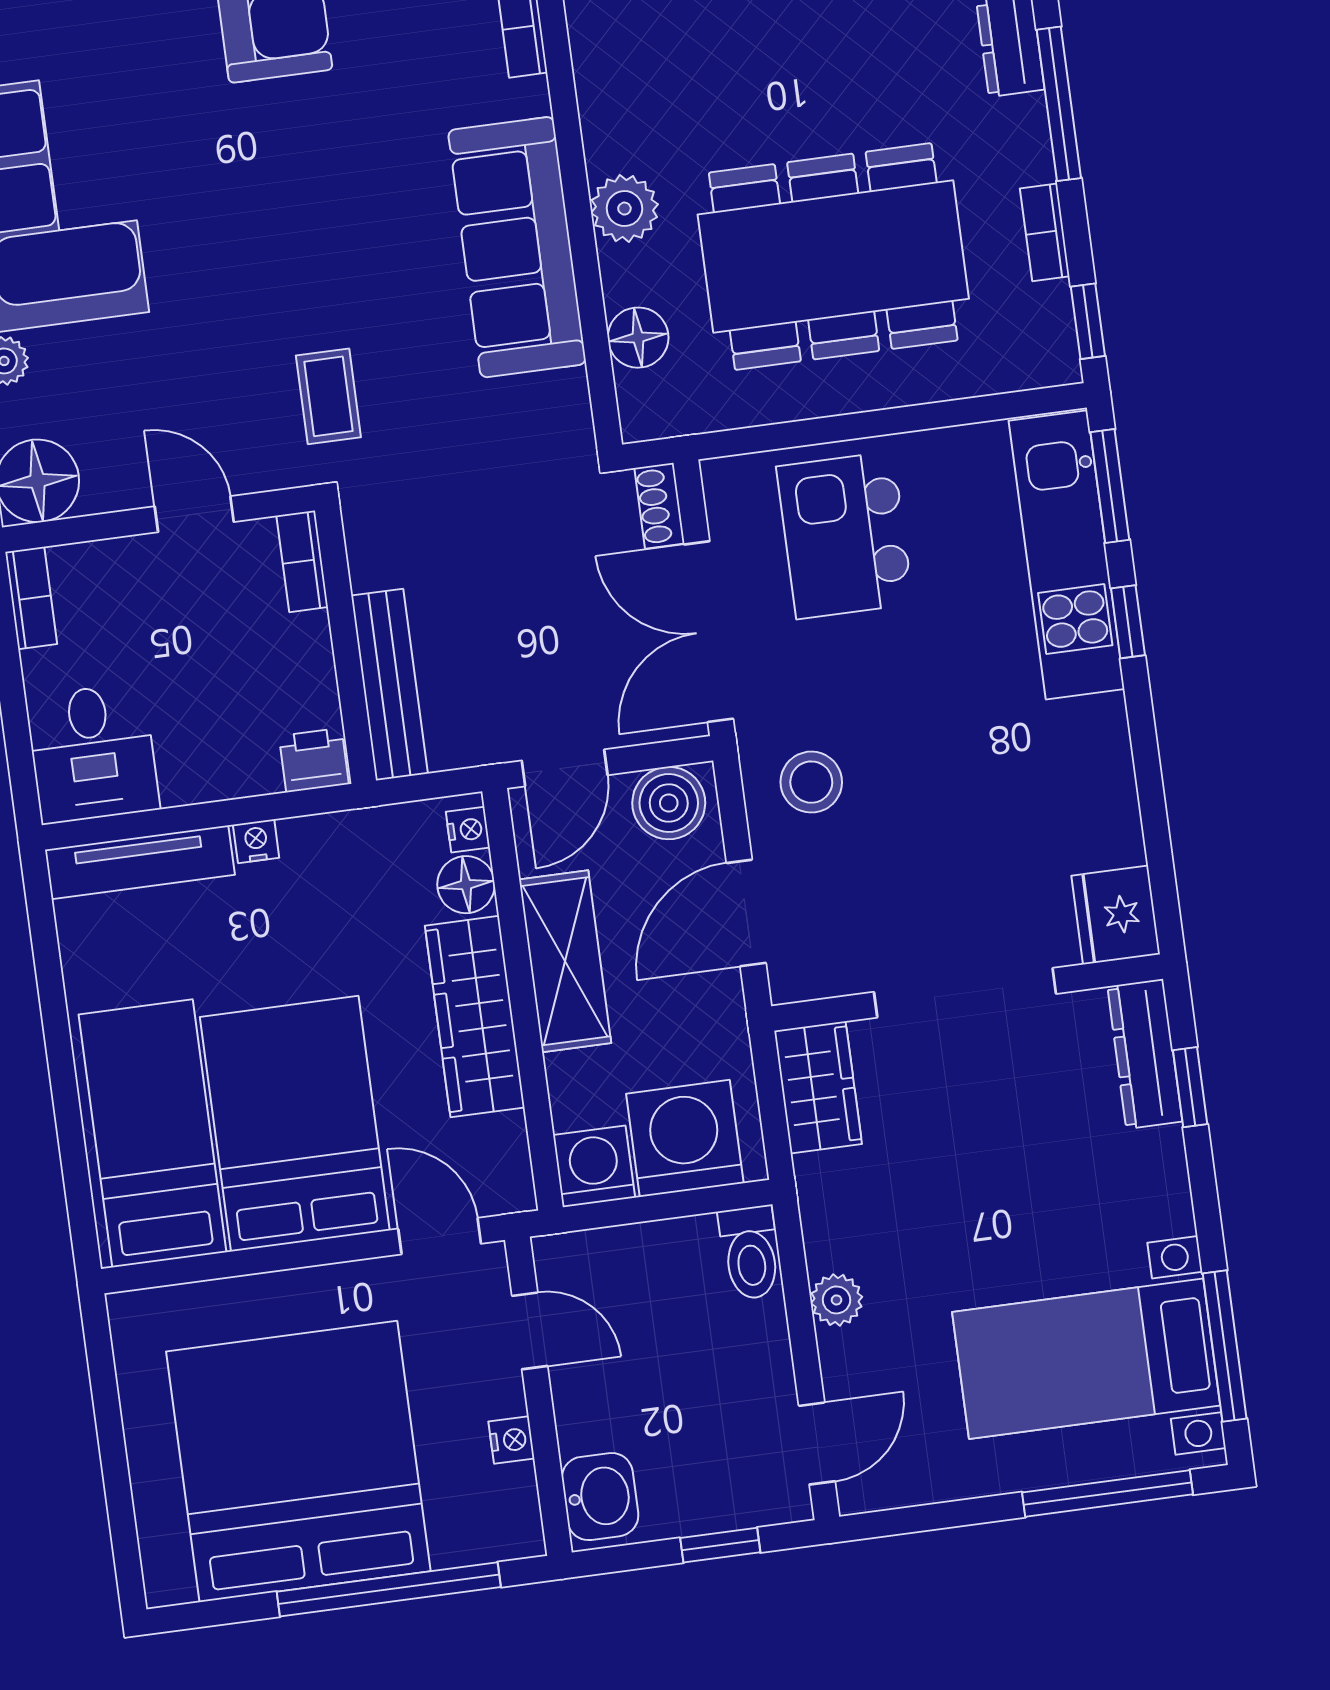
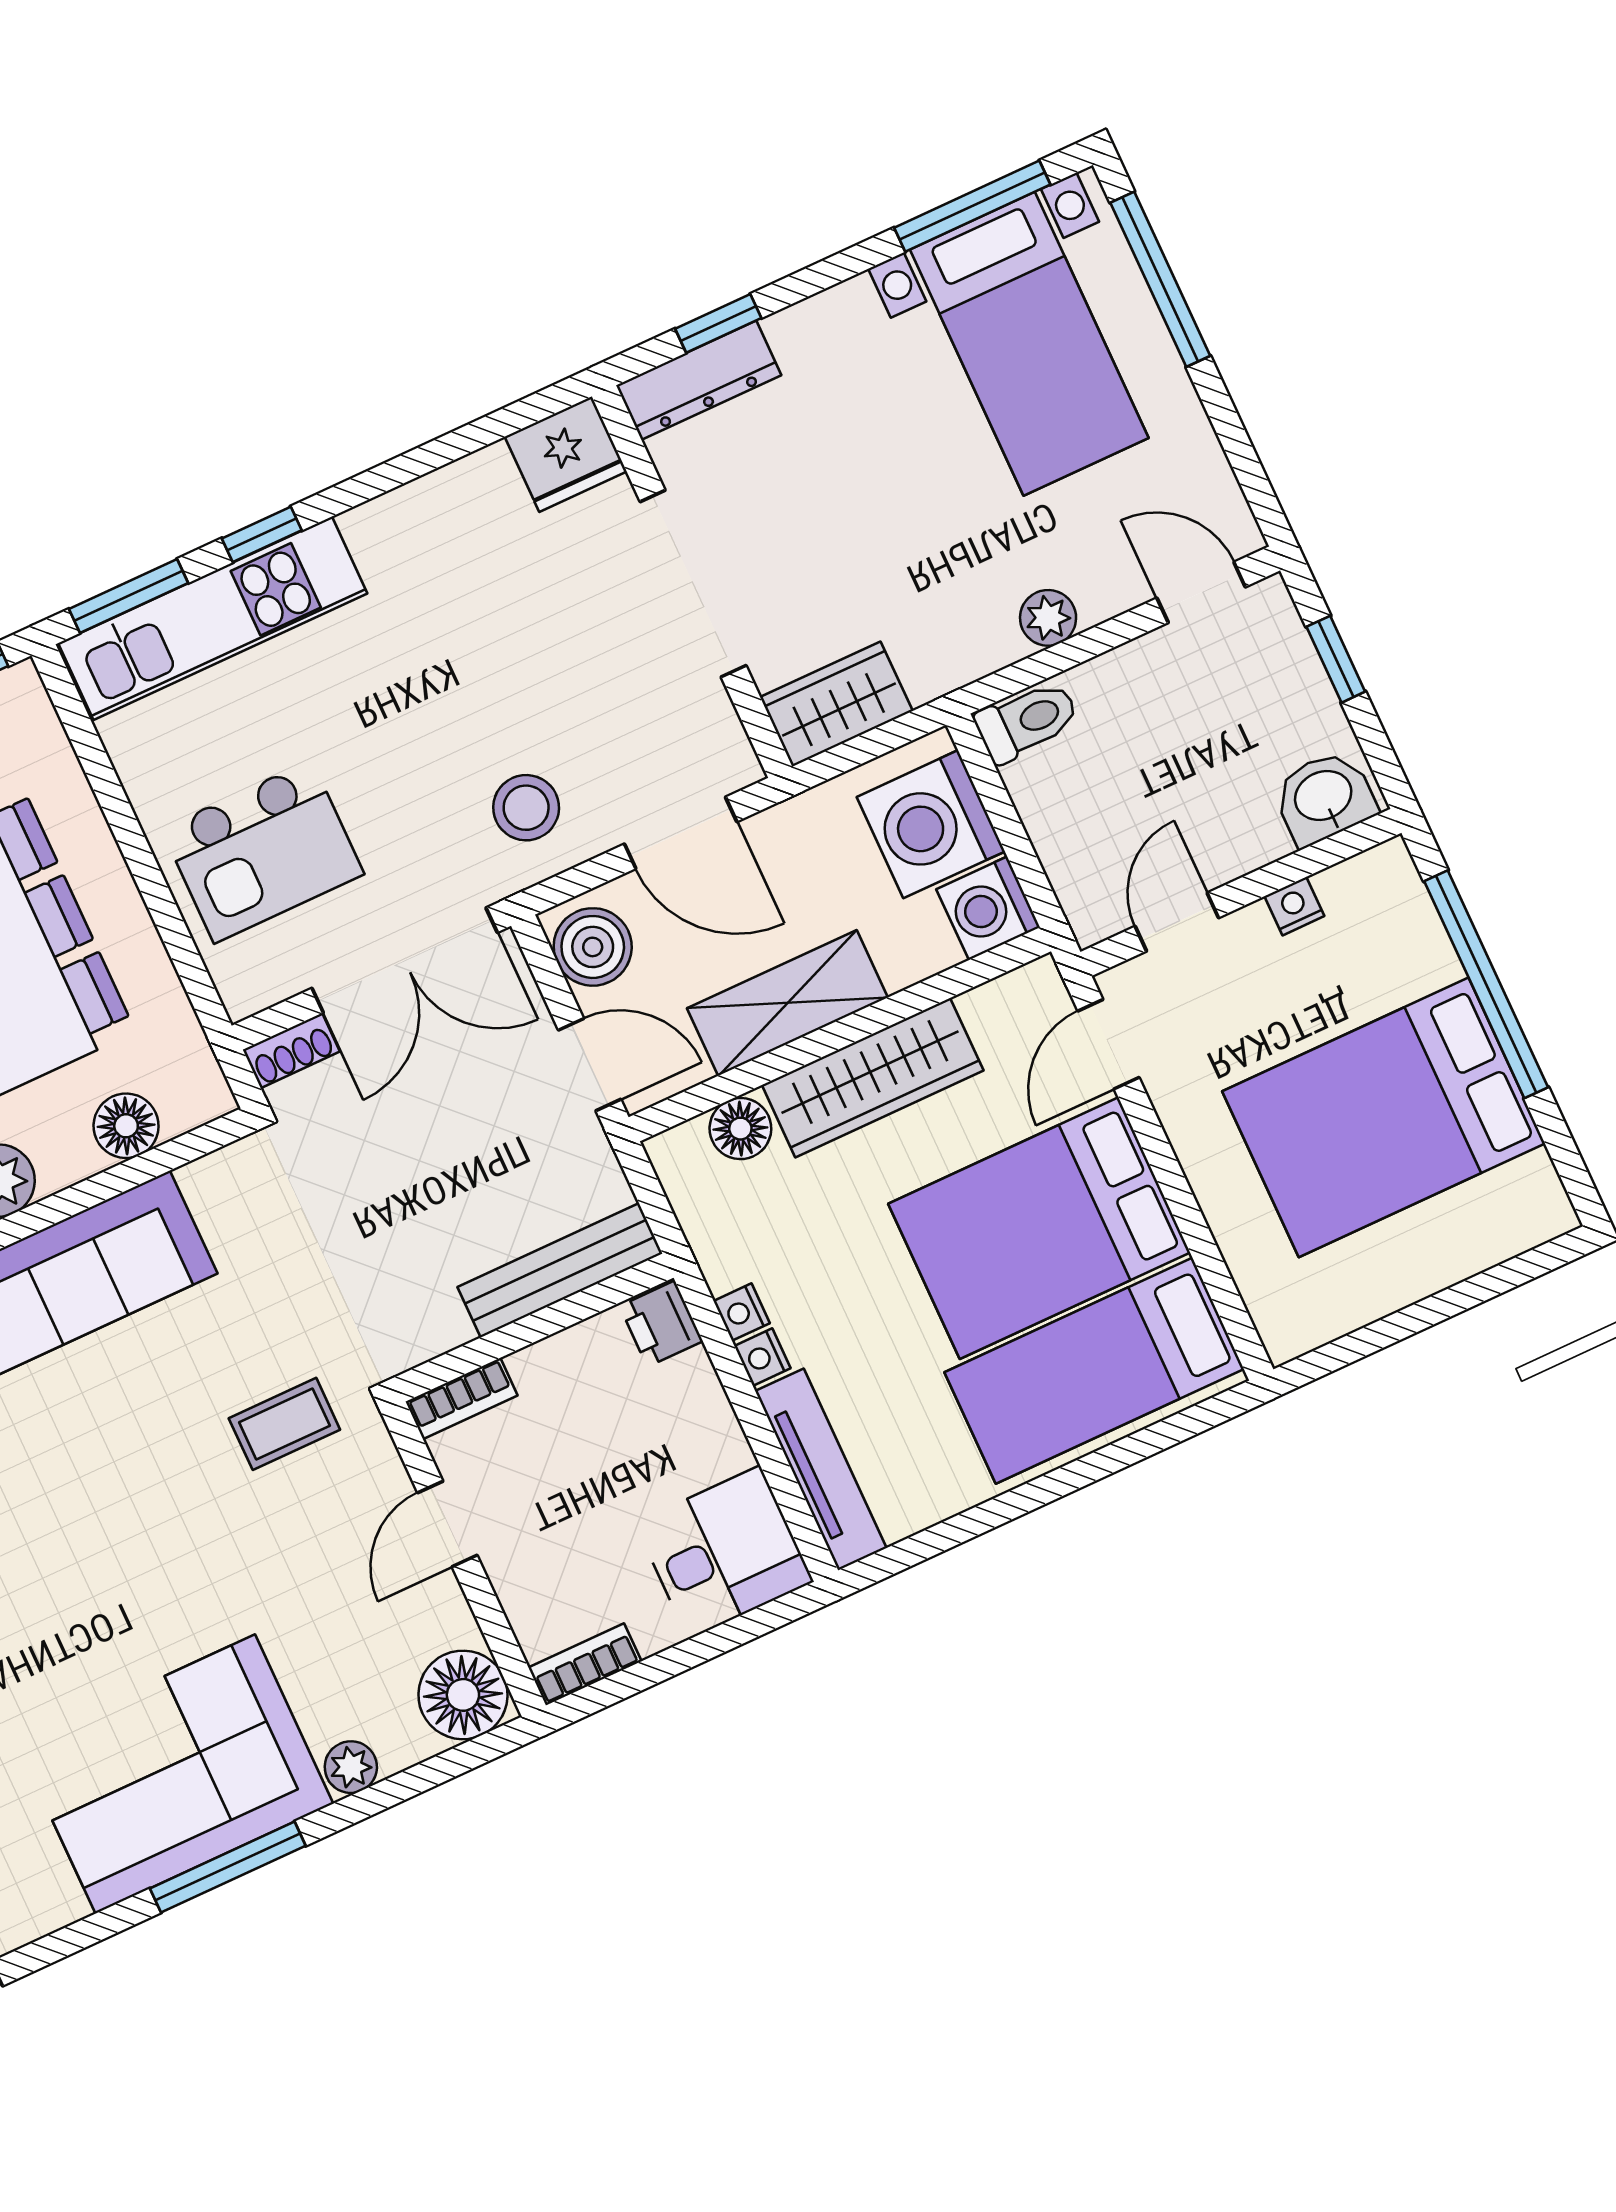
nightstand: (468, 830) -> (742, 1312), moved, turned -90
bed: (298, 1461) -> (1384, 1117), width x0.73

